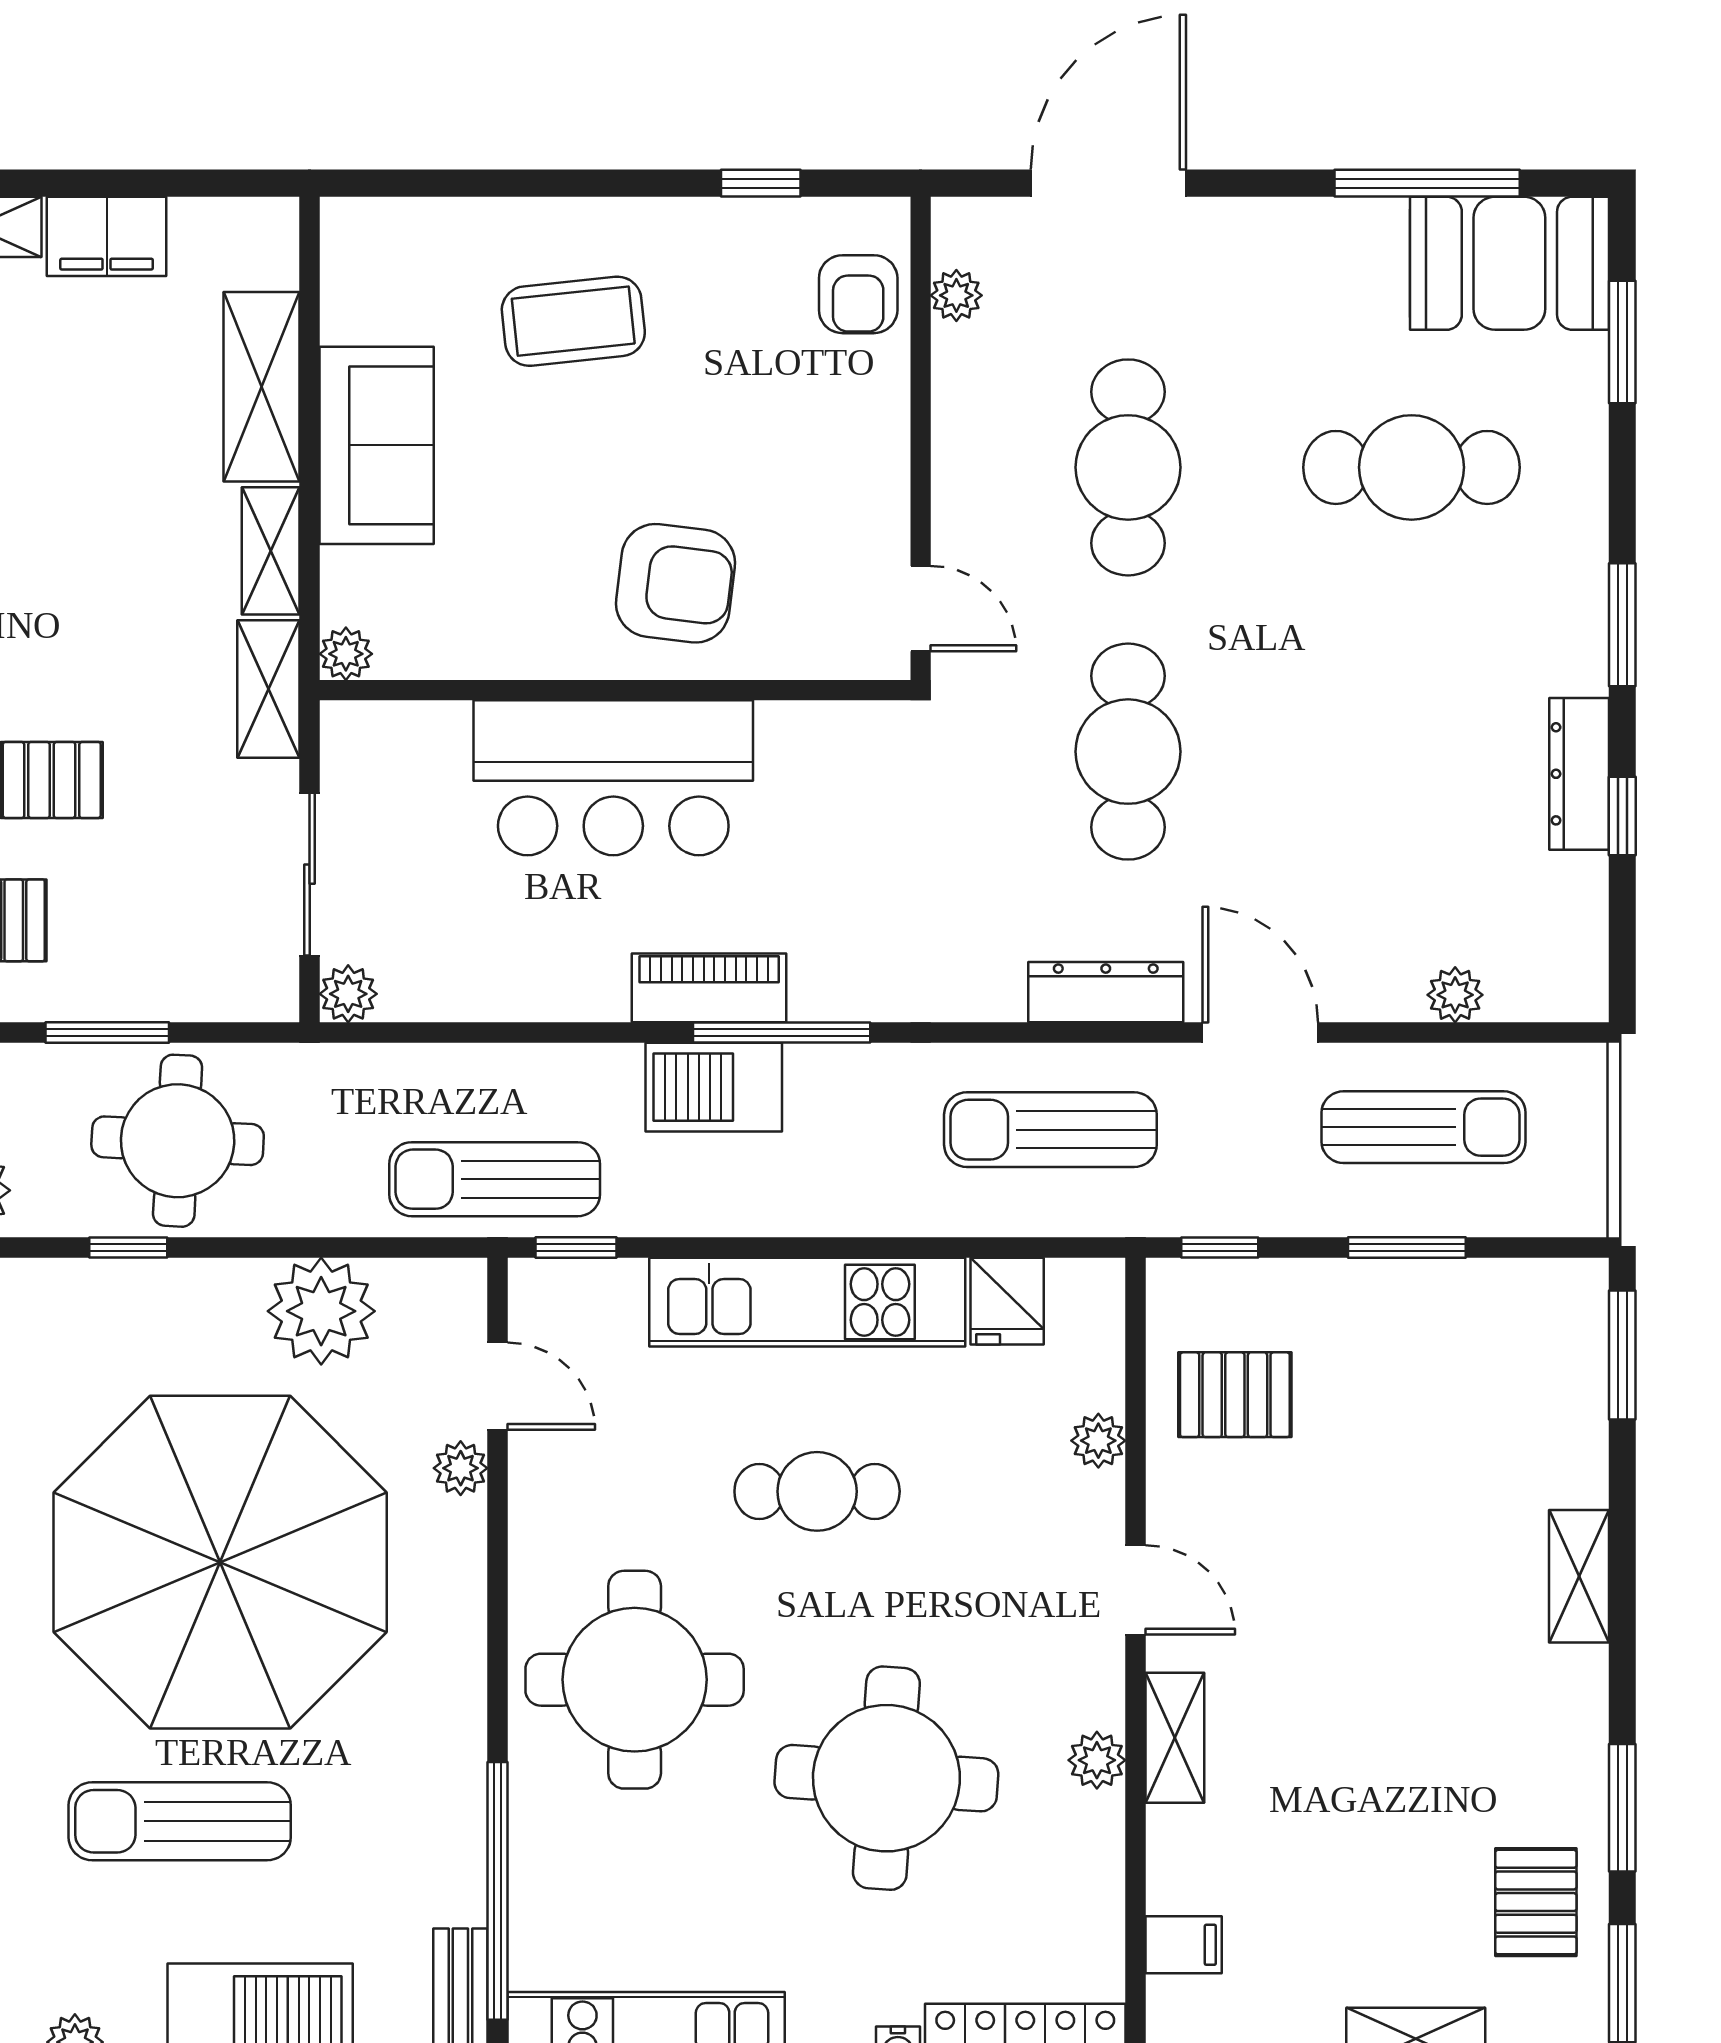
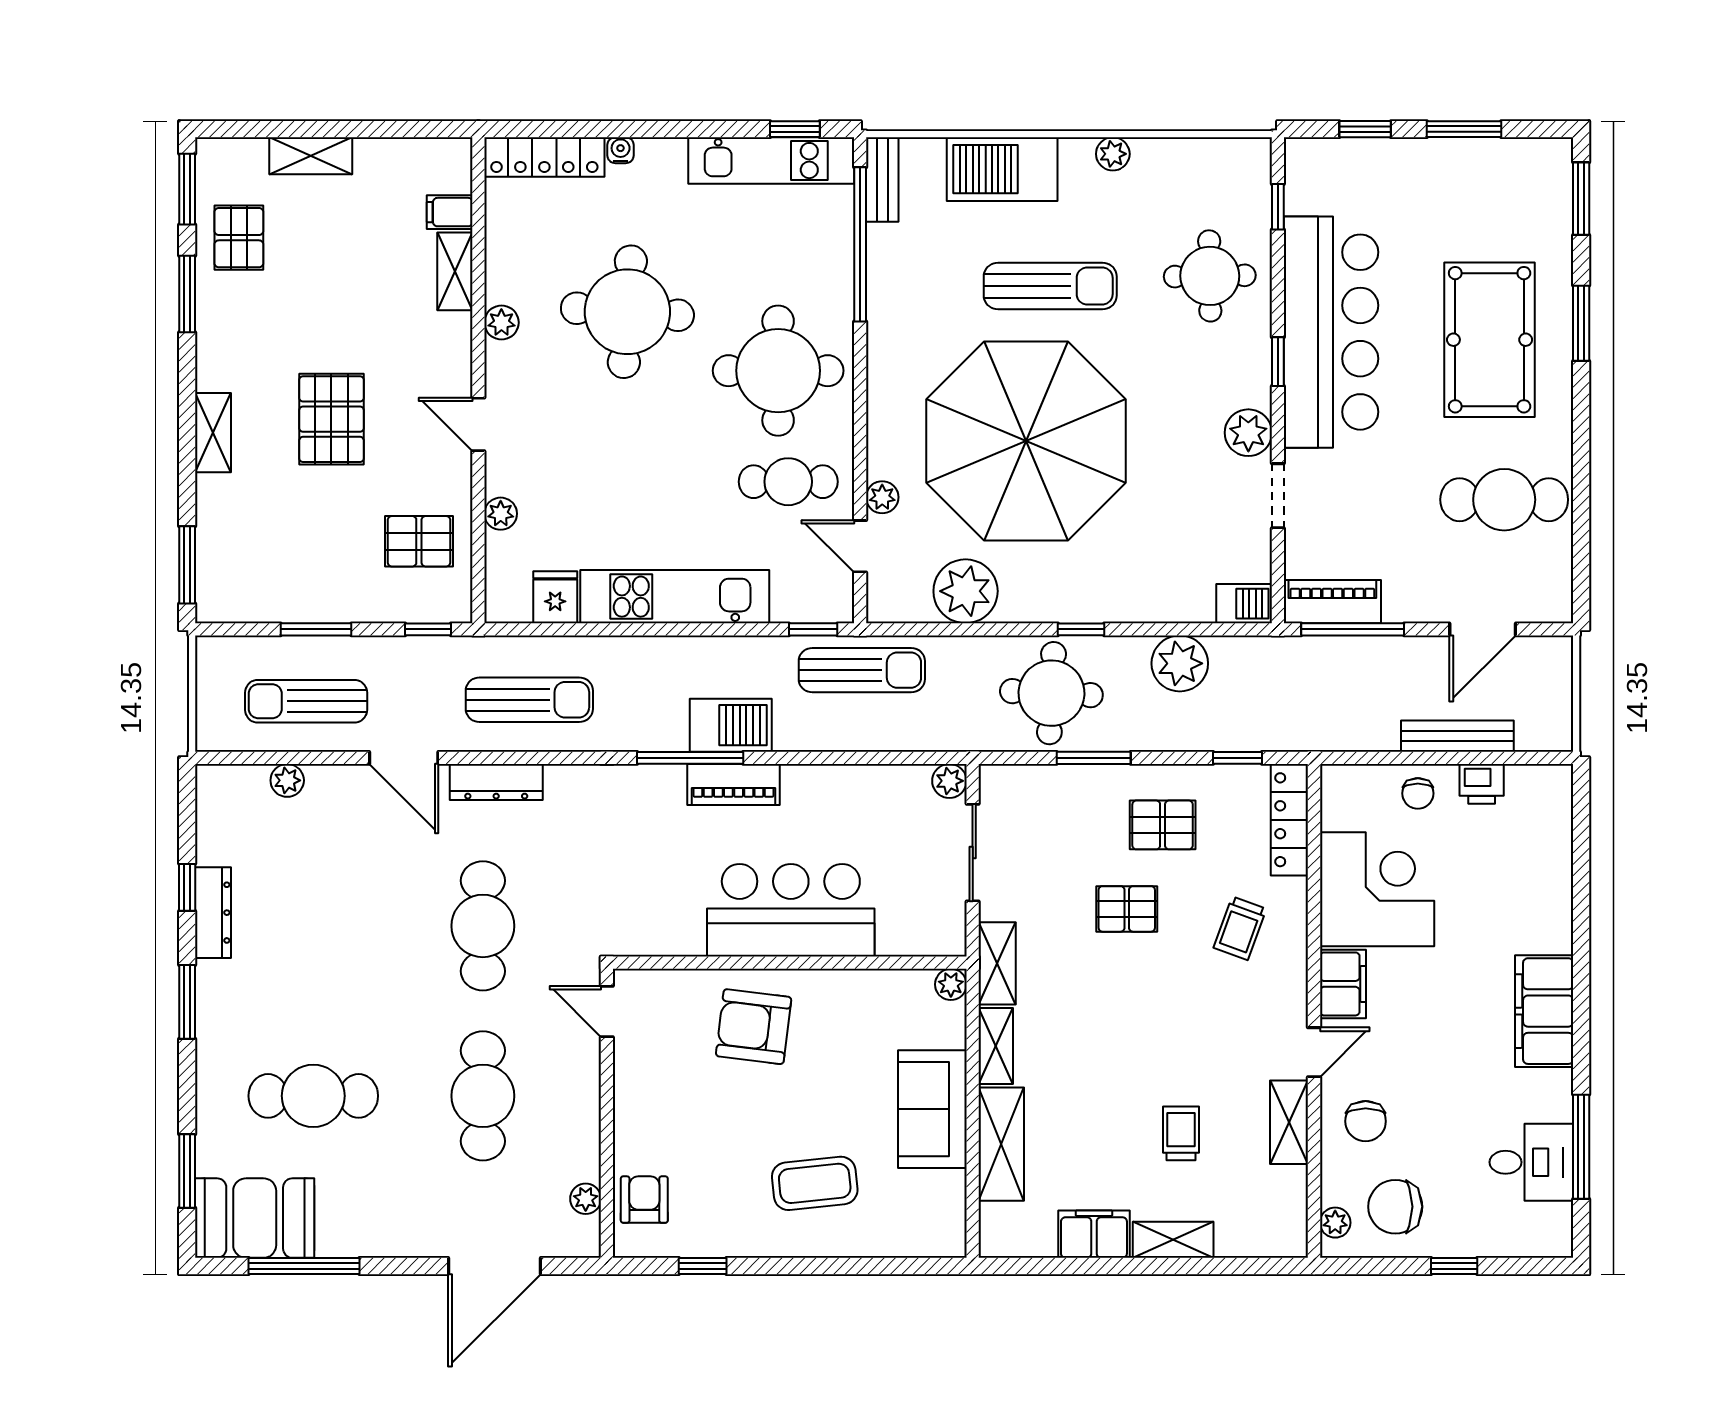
cafe table: (817, 1491) -> (788, 482), moved
pallet: (1381, 1599) -> (331, 419), added
shelving: (1175, 1738) -> (455, 271), moved

